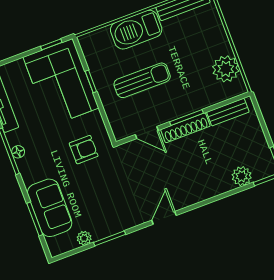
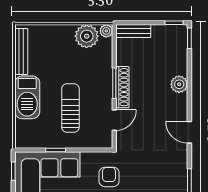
plant: (239, 88) -> (106, 31), added
bench: (228, 112) -> (133, 31), moved, turned 90
plant: (242, 176) -> (179, 84), moved

